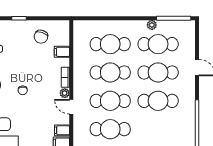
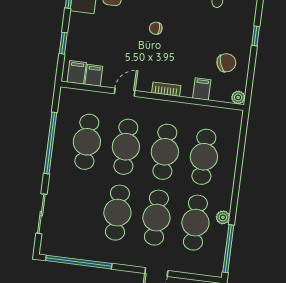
chair: (41, 37) -> (226, 63), turned 141
plant: (65, 93) -> (238, 97), moved

